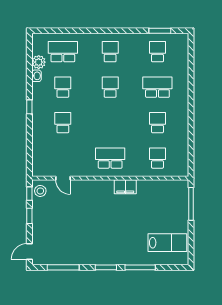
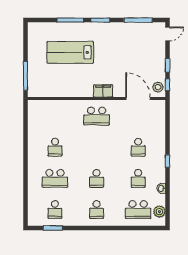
plant: (39, 62) -> (159, 212), moved
school desk: (157, 158) -> (55, 116), removed
door: (63, 178) -> (138, 99), width x1.87
filing cabinet: (125, 187) -> (103, 91), moved
lab bench: (167, 243) -> (70, 52), moved, width x1.36, depth x1.39

